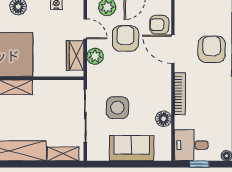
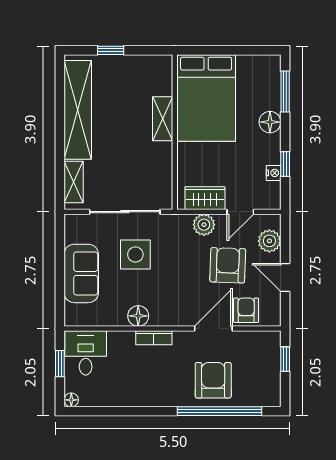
armchair: (126, 38) -> (228, 265), turned -88
armchair: (212, 49) -> (213, 380), turned -90
bookcase: (180, 94) -> (154, 338), width x0.64
floor lamp: (163, 119) -> (138, 316), moved

